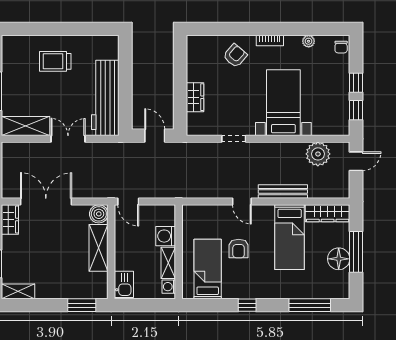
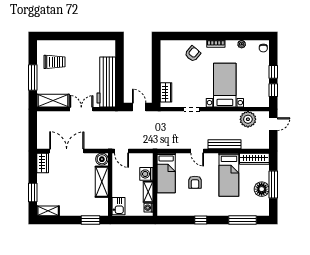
trolley: (55, 61) -> (54, 62), moved, turned 180
wardrobe: (195, 97) -> (166, 92), moved
bed: (208, 269) -> (166, 173), moved, turned 180

